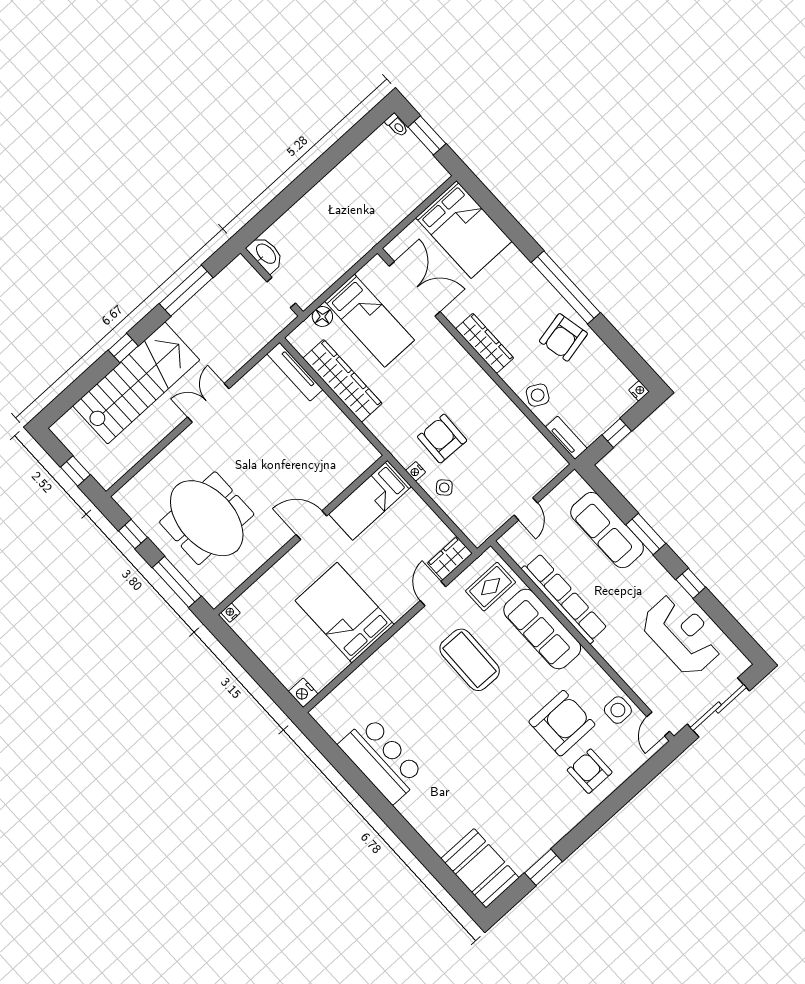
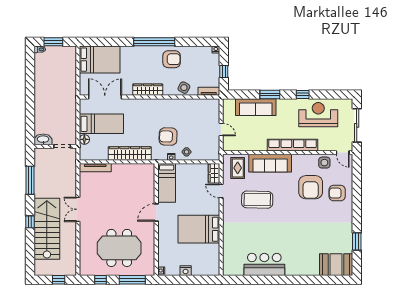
armchair: (563, 337) -> (172, 59), turned -78
wardrobe: (342, 381) -> (130, 153), moved
row of seats: (564, 599) -> (293, 145), moved
nightstand: (303, 693) -> (186, 271), moved
armchair: (562, 723) -> (311, 187), turned 180

